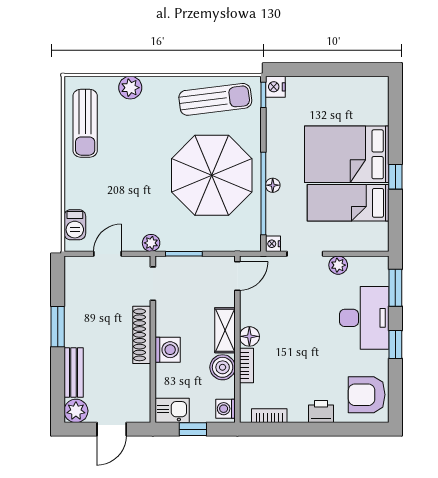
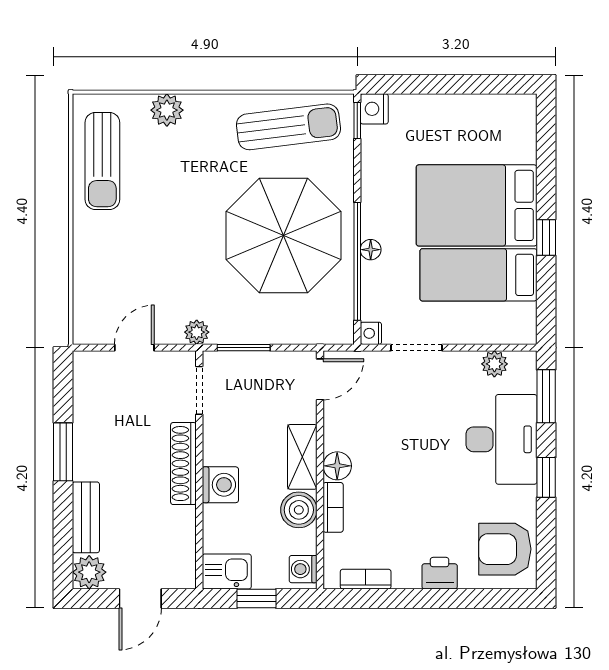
barbecue: (75, 225) -> (88, 306), removed
plant: (338, 265) -> (494, 364), moved

